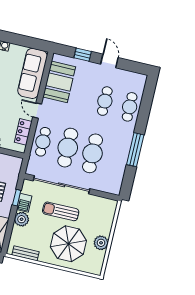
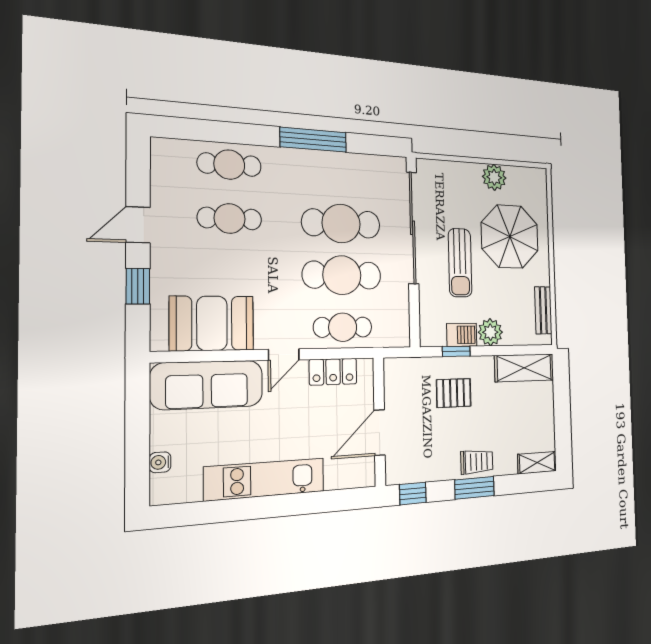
sliding door: (61, 185) -> (413, 228), moved

